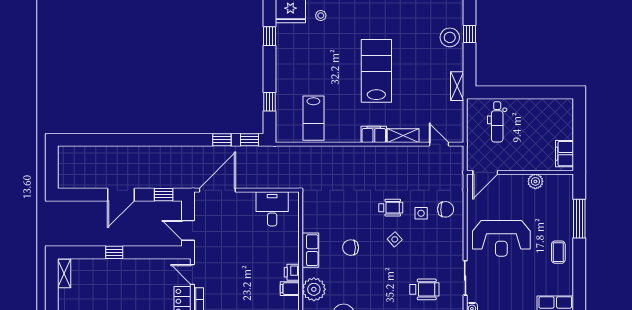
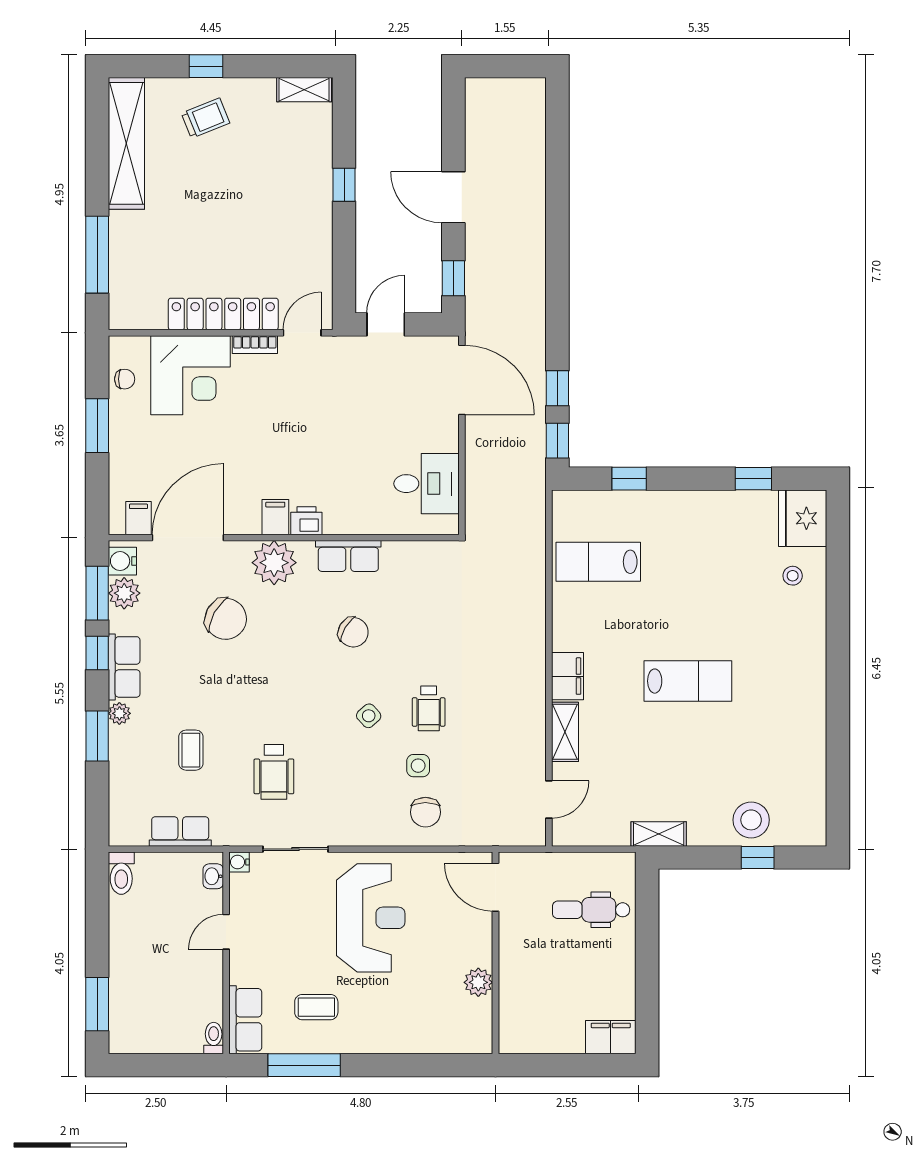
lab bench: (376, 71) -> (688, 681), width x0.73, depth x0.72
filing cabinet: (564, 154) -> (611, 1037), moved
window: (579, 219) -> (304, 1065), moved
reception desk: (501, 238) -> (371, 918), turned 180
chair: (351, 248) -> (353, 632), turned 121
coffee table: (558, 252) -> (316, 1007), moved

